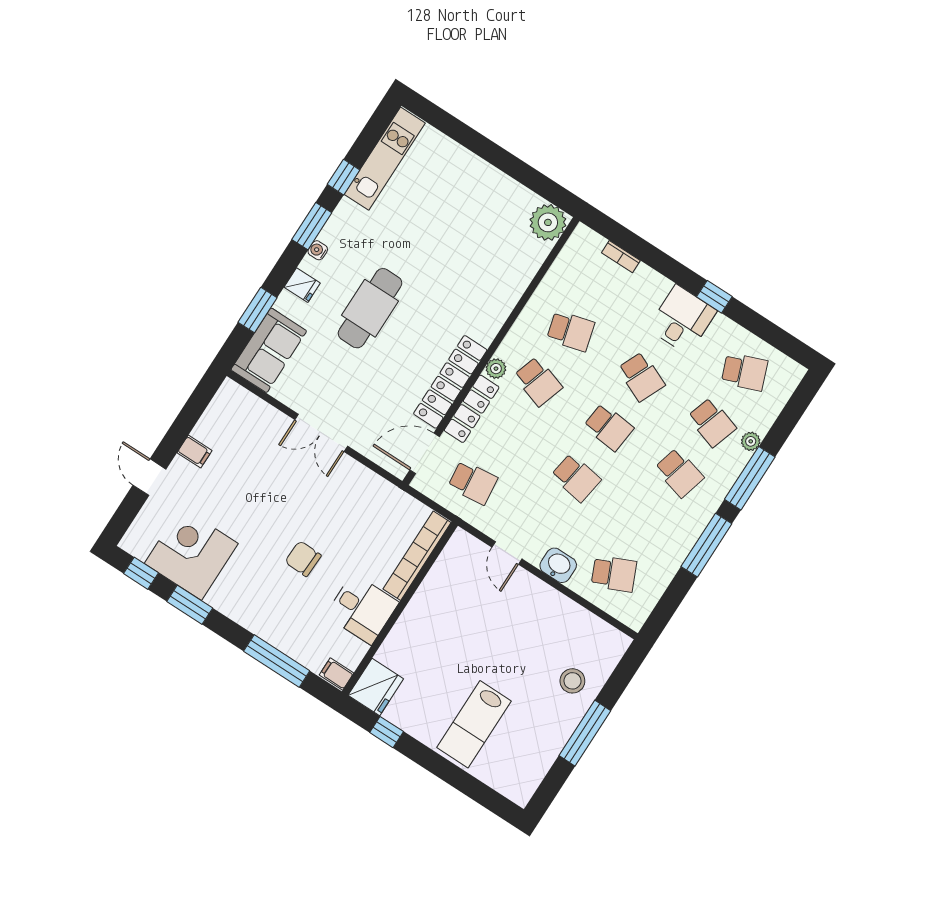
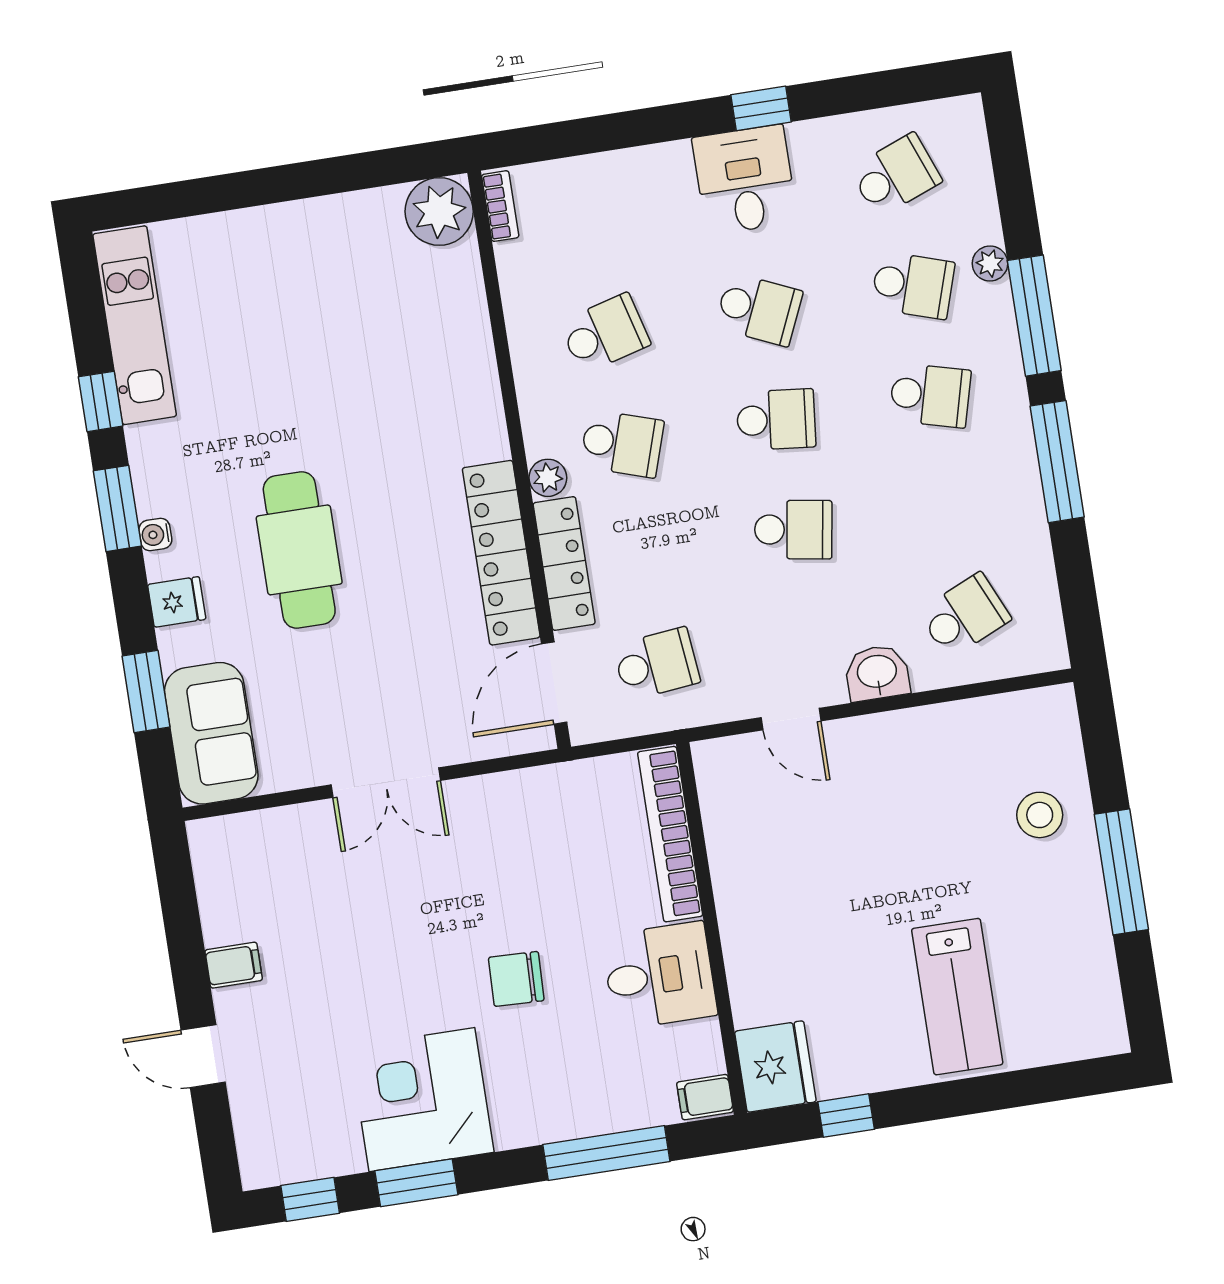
bookcase: (621, 257) -> (500, 206), moved, turned -90
corner desk: (191, 554) -> (422, 1100), moved

